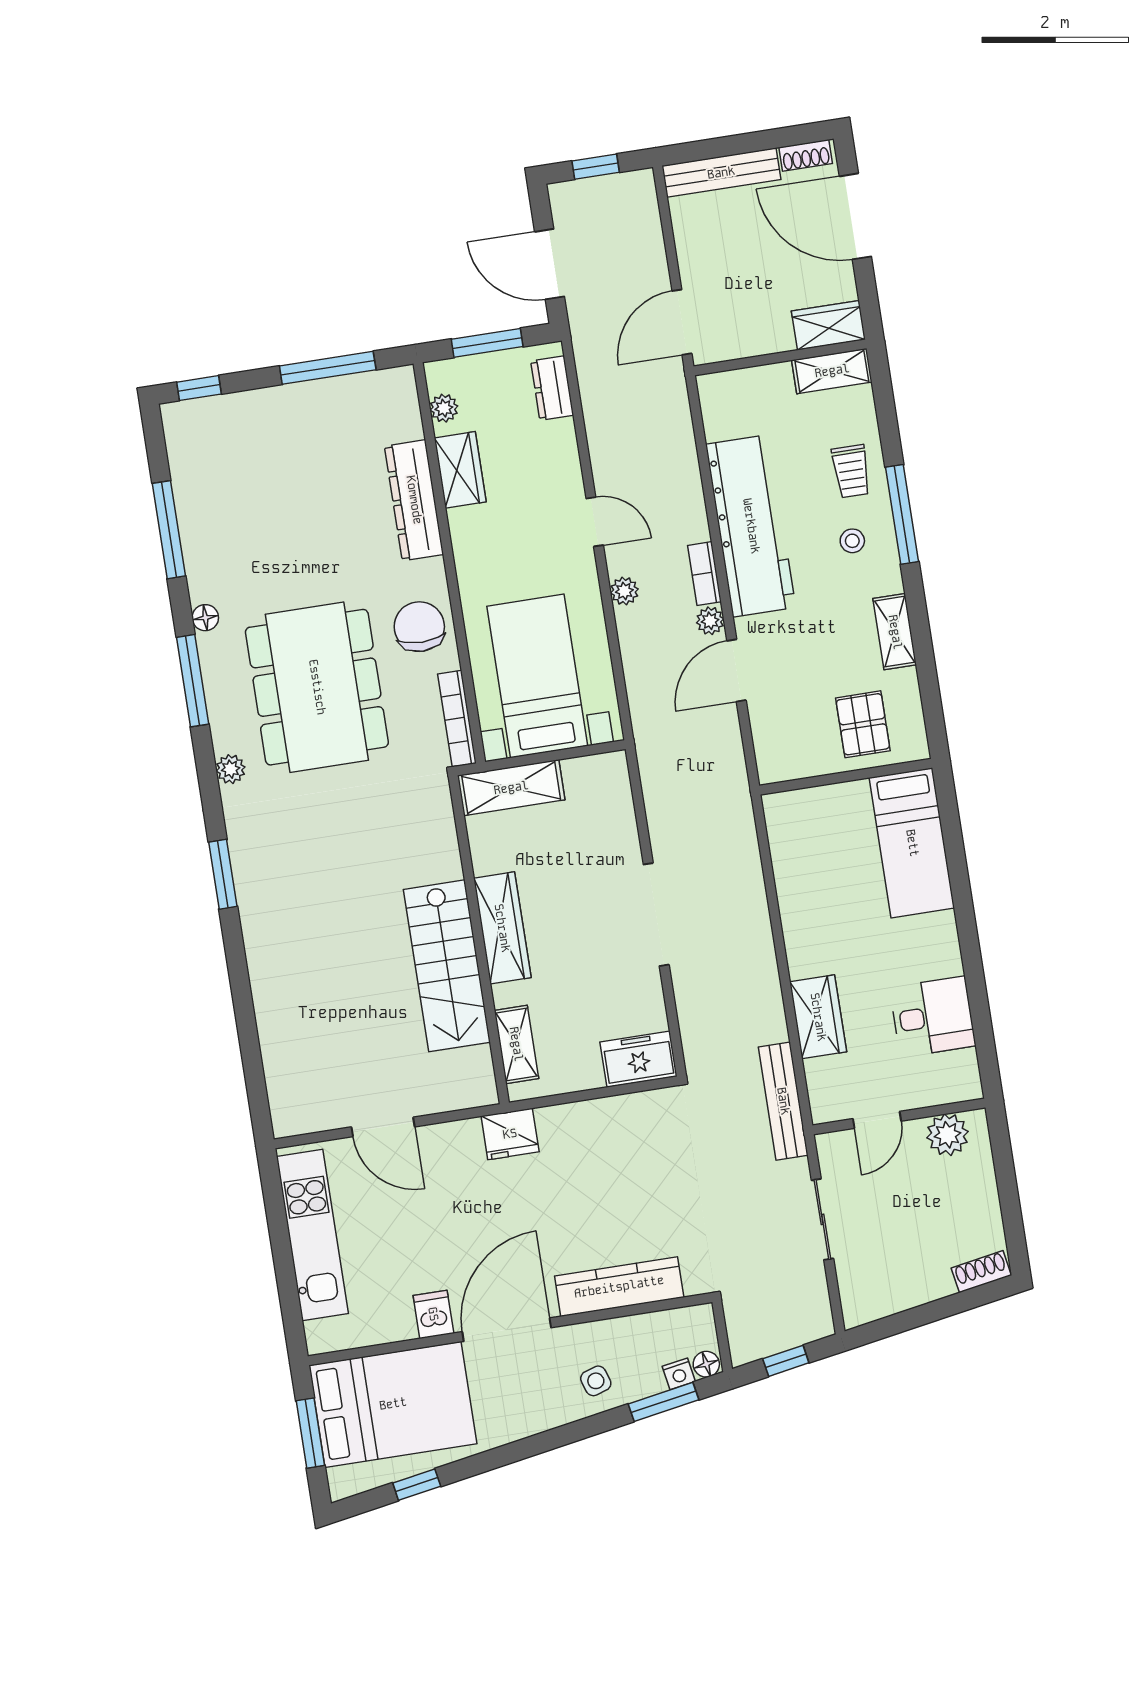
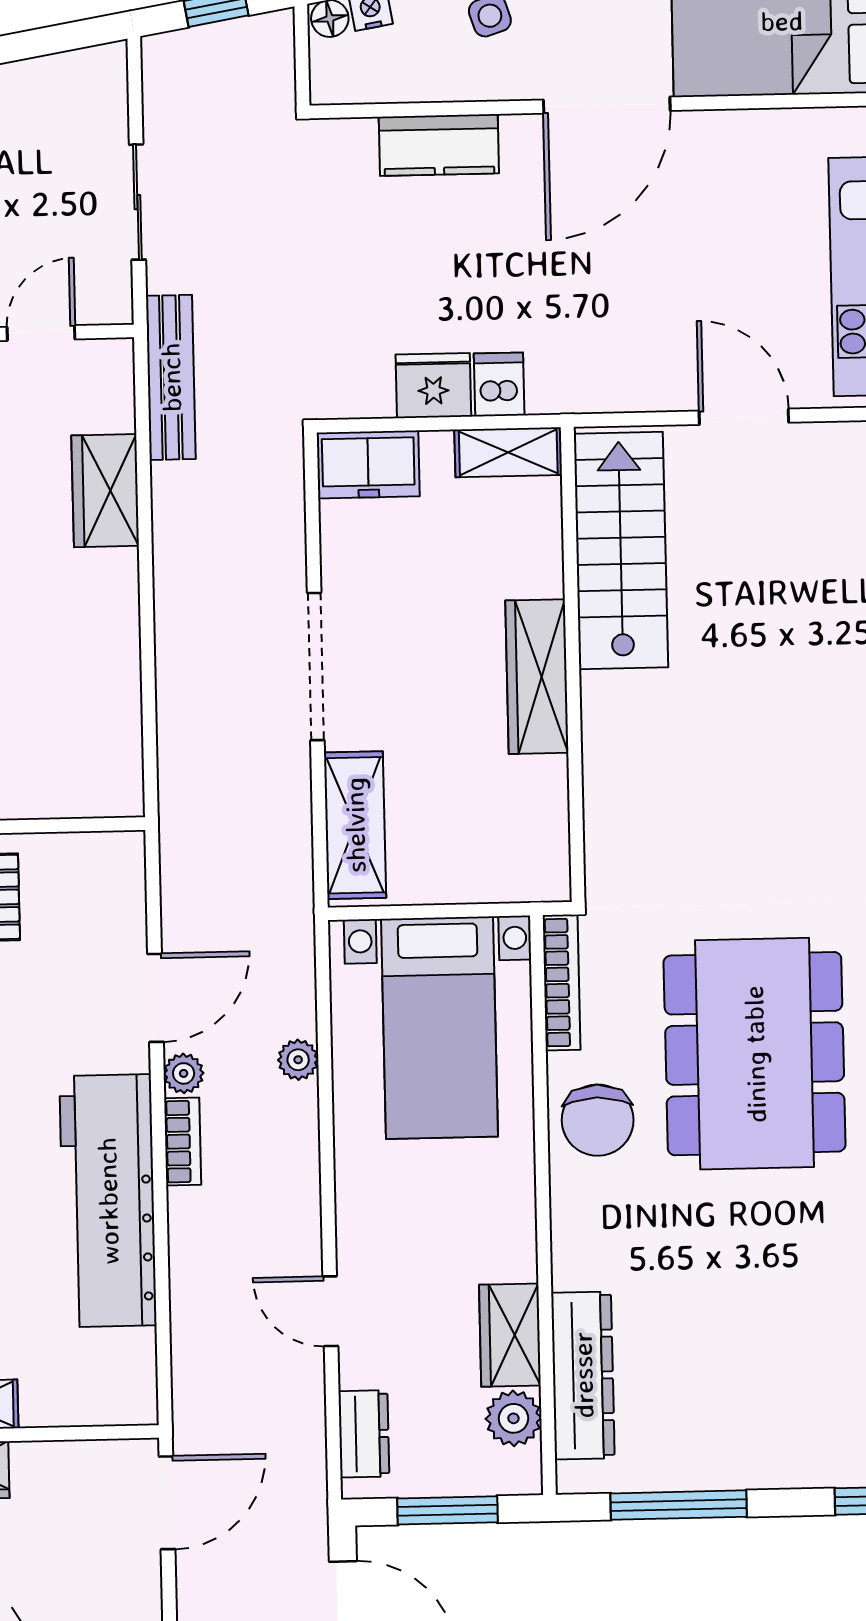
plant: (444, 408) -> (513, 1418), width x1.38, depth x1.38
dresser: (414, 500) -> (583, 1375), moved
door: (595, 522) -> (330, 1311), moved
plant: (624, 591) -> (298, 1060), moved
shelving: (511, 788) -> (355, 825), moved, turned 90
stairs: (447, 966) -> (621, 550), moved
shelving: (516, 1044) -> (508, 452), moved, turned 90
fridge: (510, 1134) -> (433, 386), moved
kitchen counter: (619, 1287) -> (439, 145), width x0.67
dishwasher: (433, 1314) -> (499, 384), moved, turned 180

